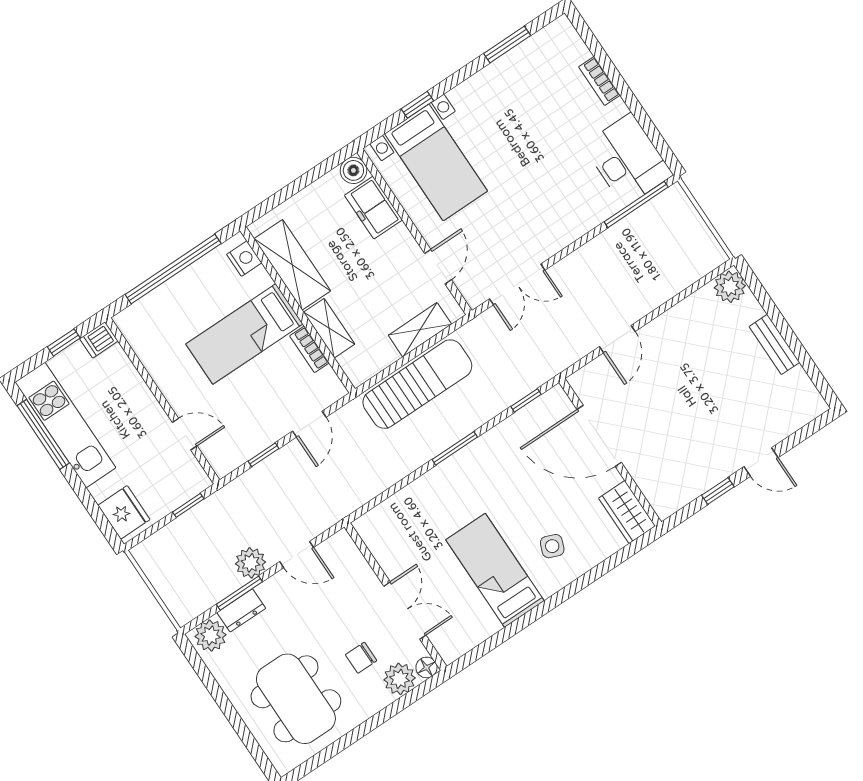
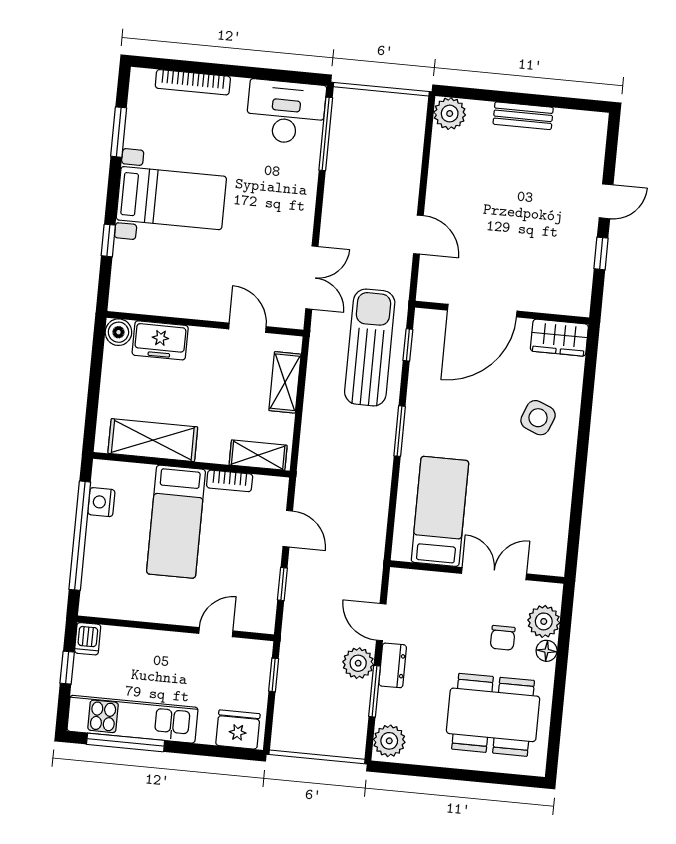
bookcase: (599, 81) -> (193, 82), width x1.56
bed with nightstands: (436, 162) -> (171, 198), moved
nightstand: (244, 259) -> (101, 502), moved, turned -90
shelving: (329, 328) -> (258, 455), moved
sun lounger: (417, 384) -> (370, 347), moved
side table: (552, 546) -> (538, 418), width x1.37, depth x1.37
door: (297, 555) -> (381, 622), swing flipped
bed: (495, 570) -> (440, 511), moved, turned 90
dresser: (241, 610) -> (393, 665), moved
floor lamp: (426, 667) -> (547, 651), moved

